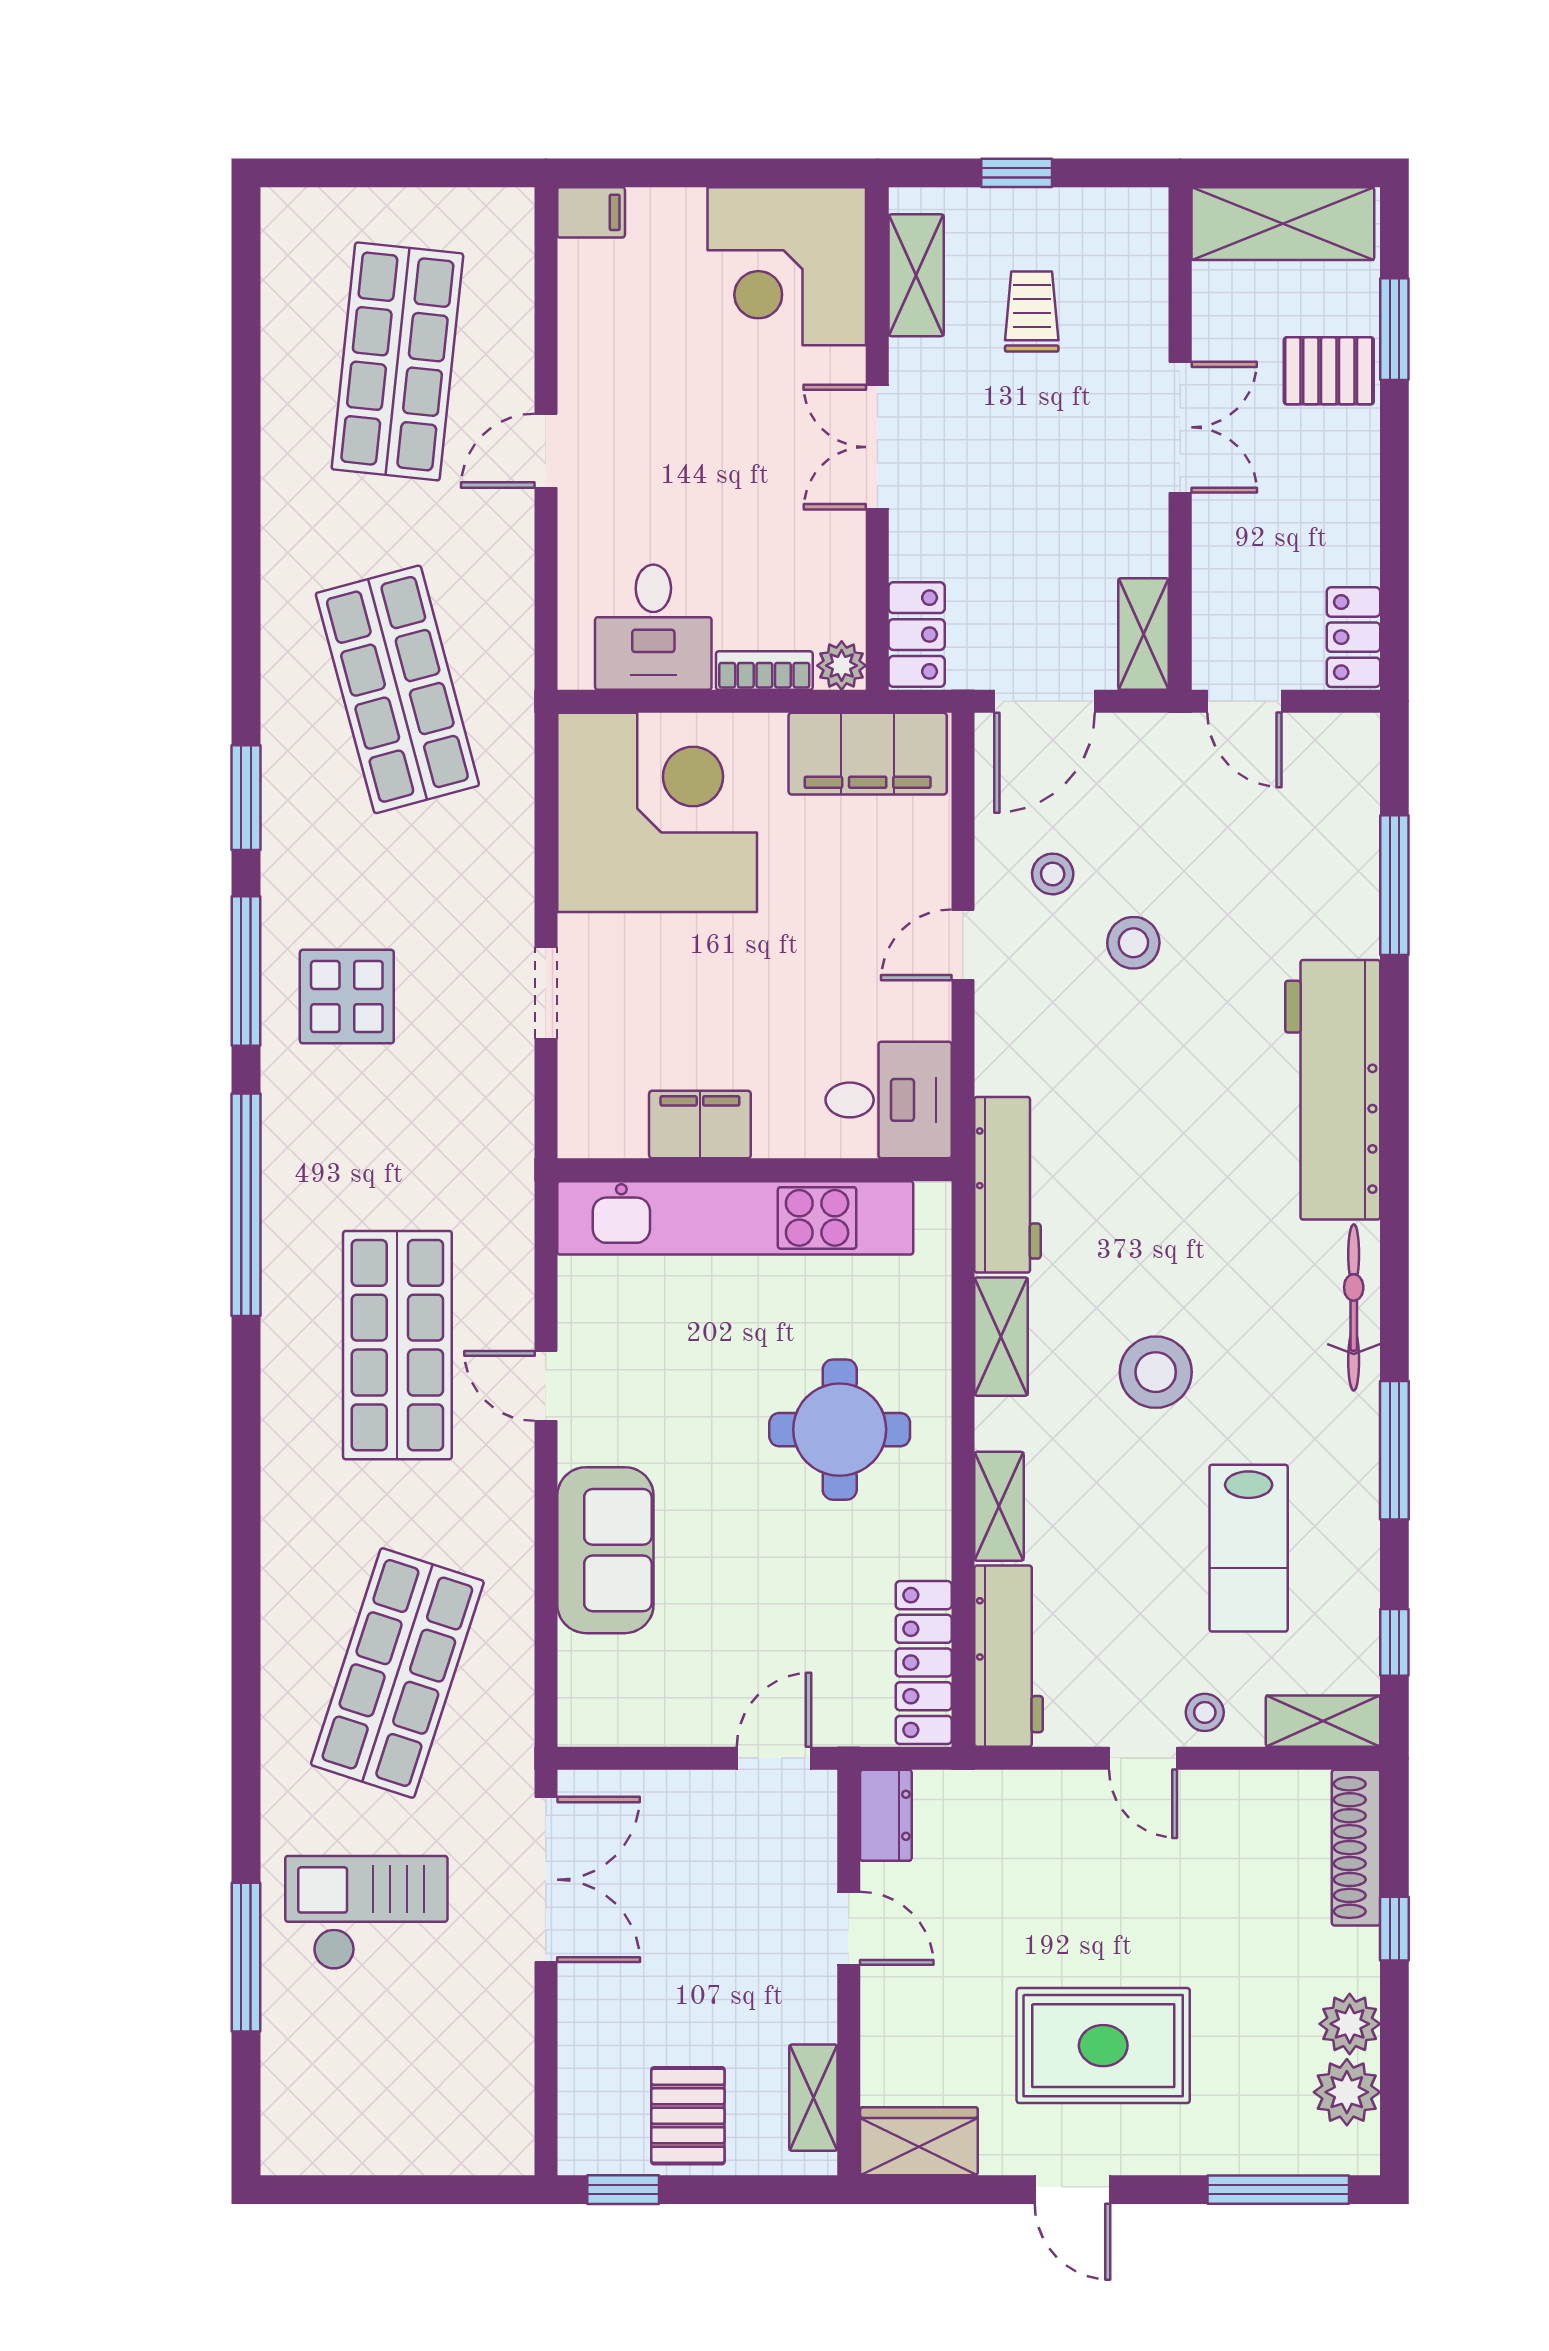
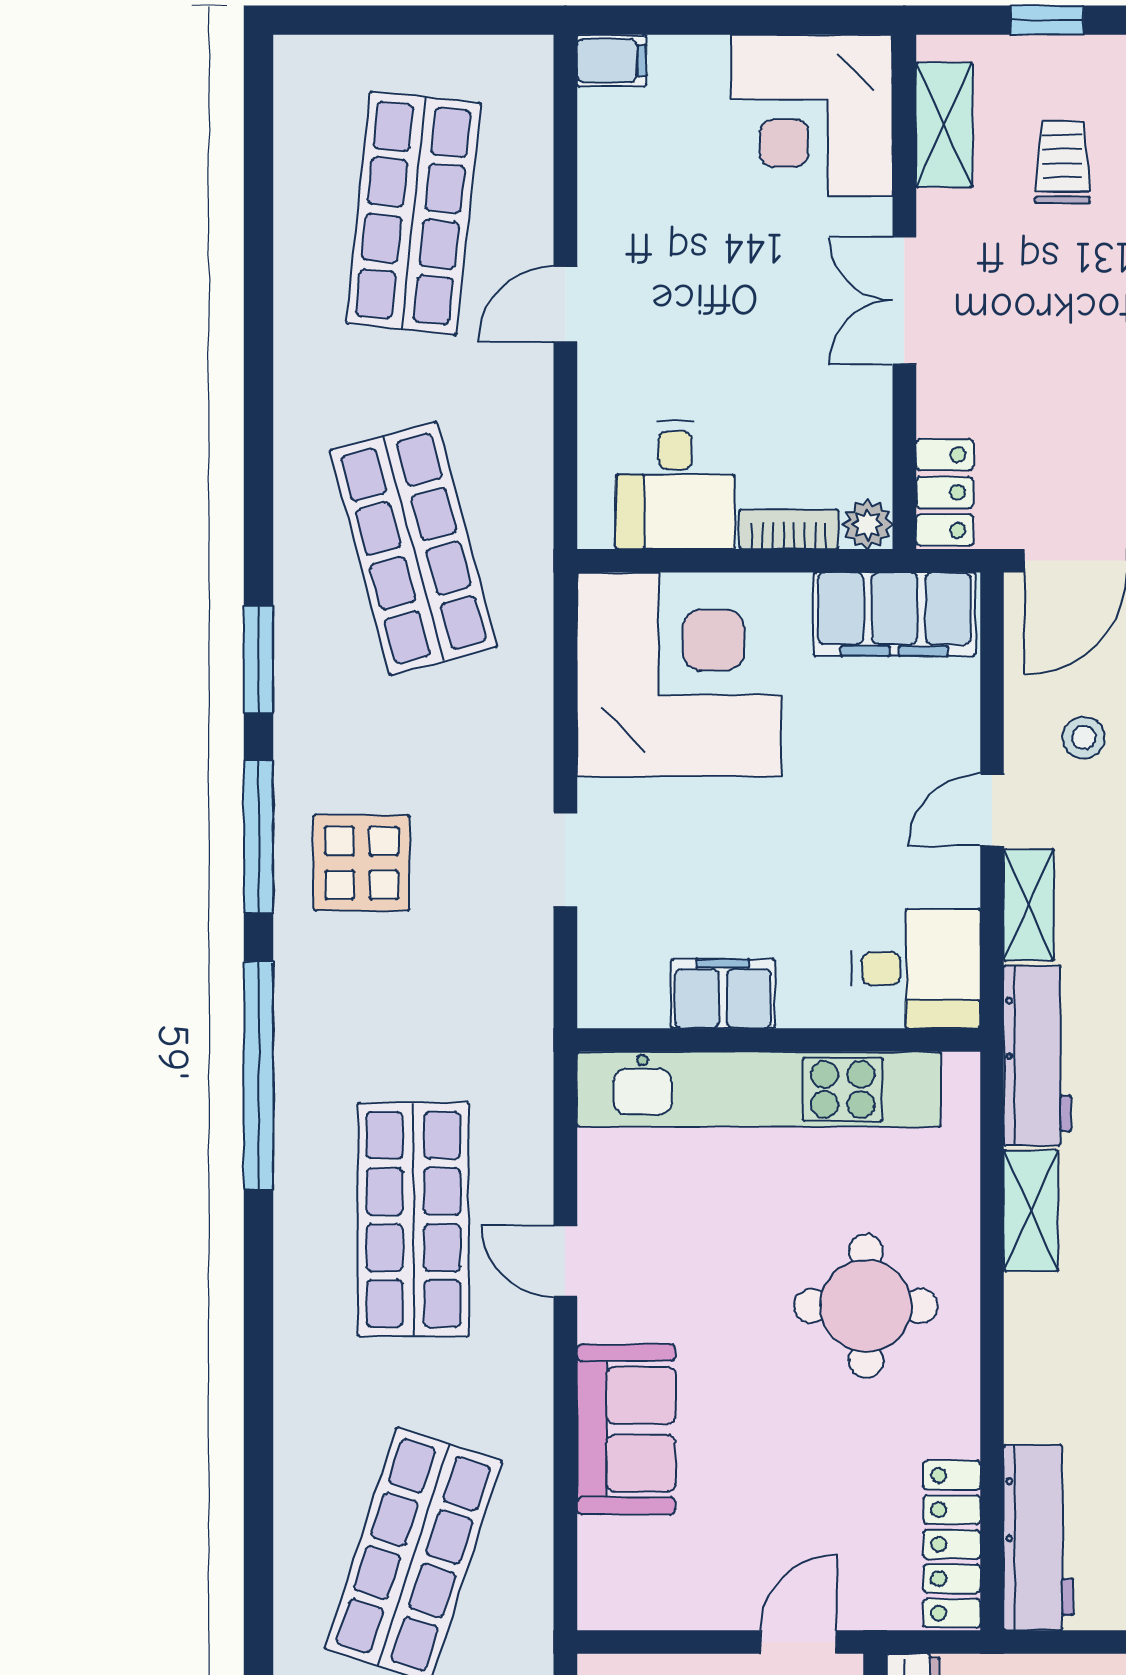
shelving: (999, 1506) -> (1029, 905), moved

